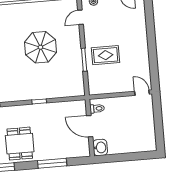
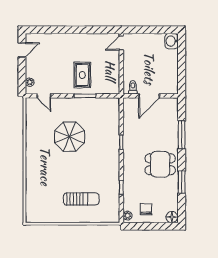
washbasin: (100, 148) -> (172, 41), moved, turned -90

